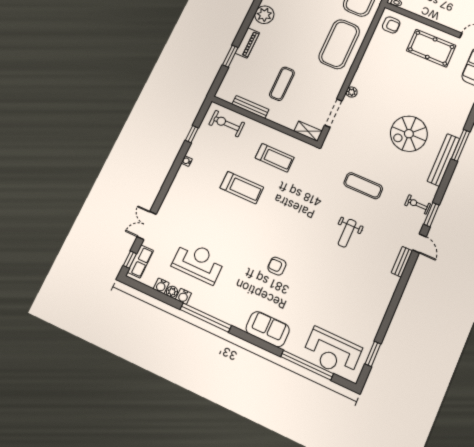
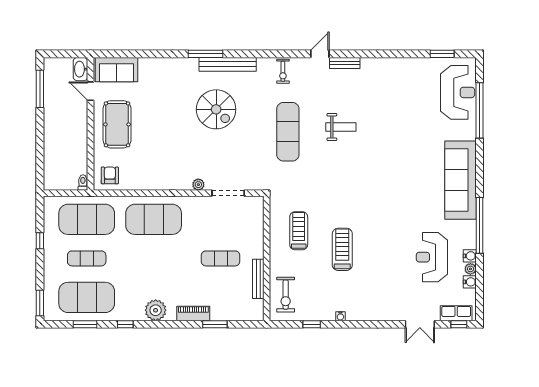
shelving: (308, 131) -> (257, 210), removed
exercise mat: (363, 186) -> (288, 132), width x1.36, depth x1.45
window: (431, 215) -> (287, 54), removed
armchair: (277, 266) -> (402, 180), removed
sofa: (268, 329) -> (460, 180), width x1.85, depth x1.27

